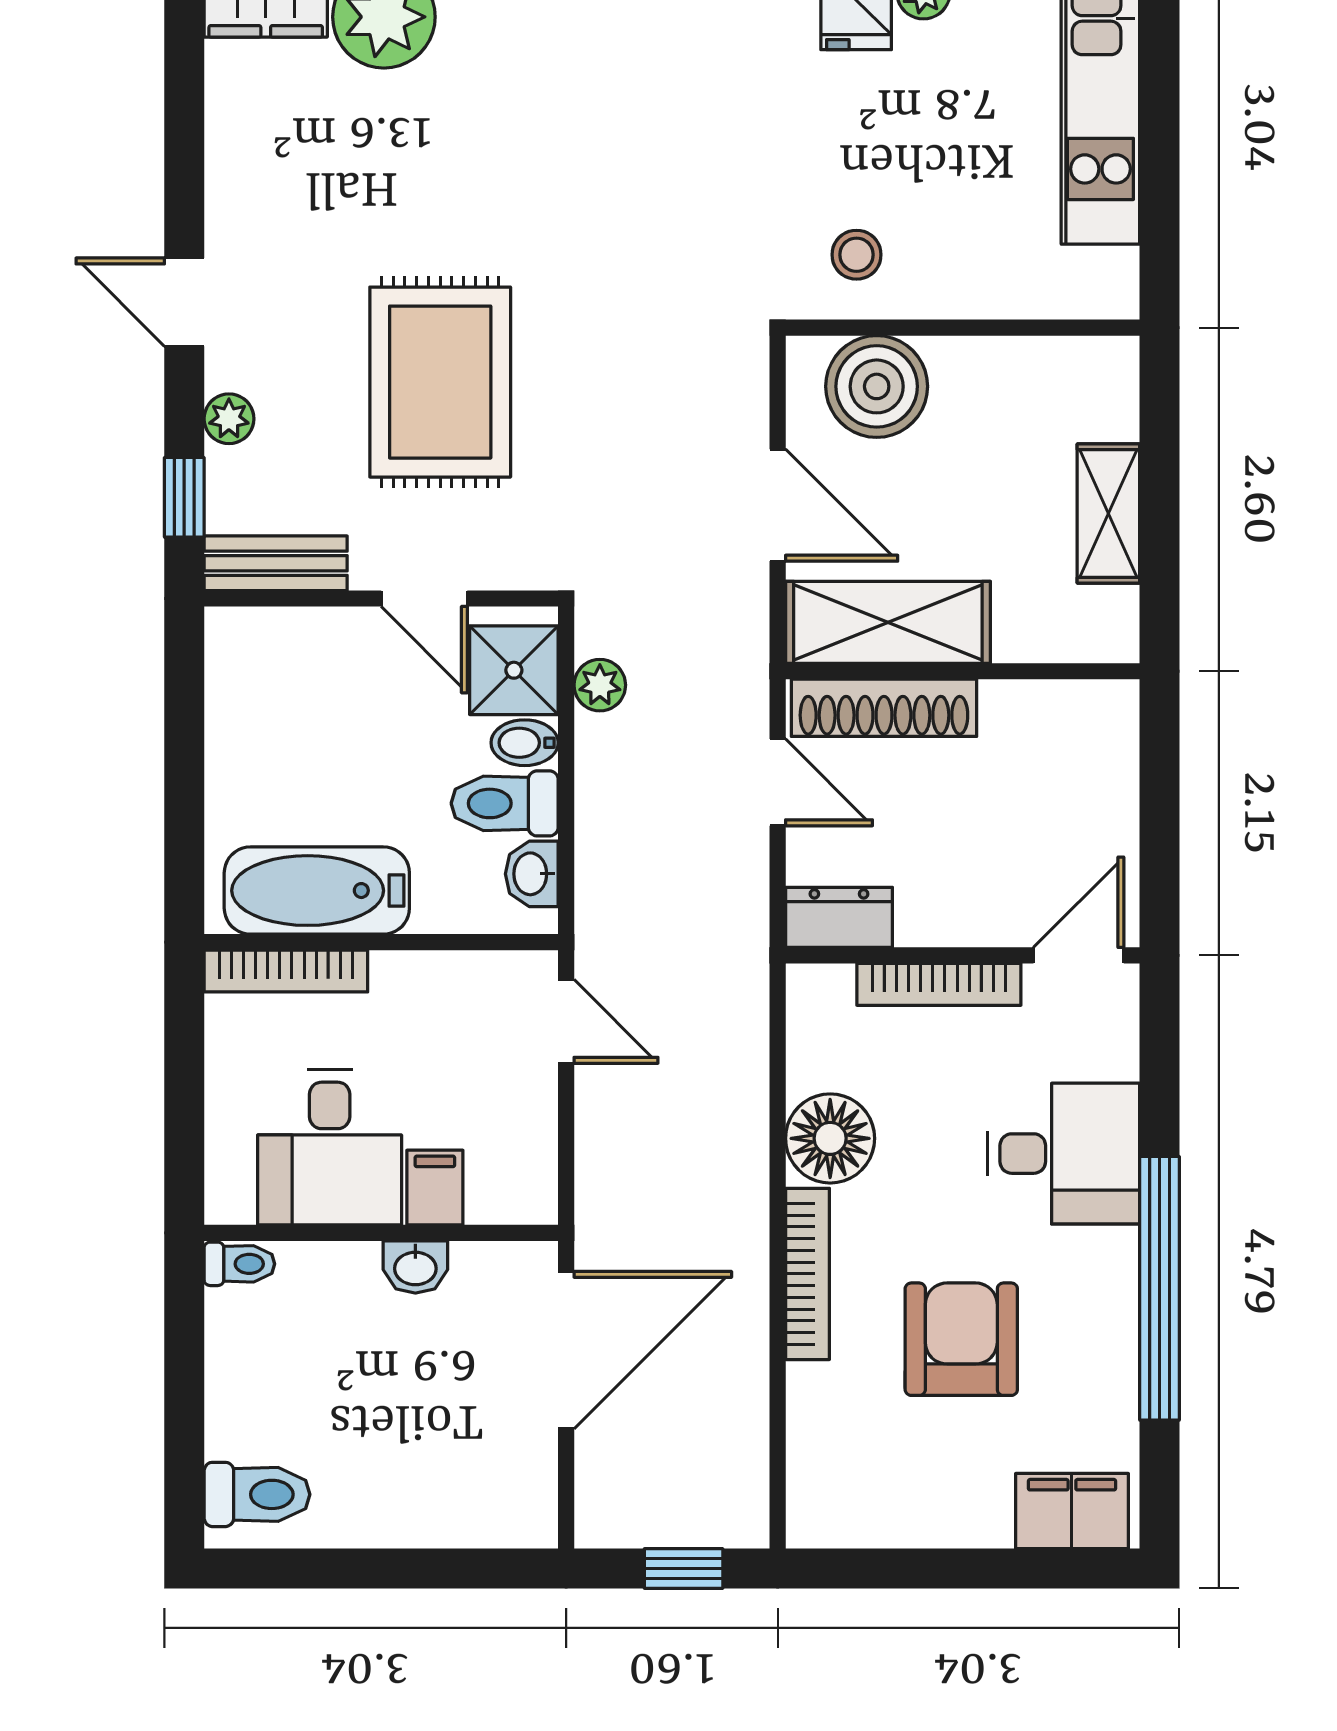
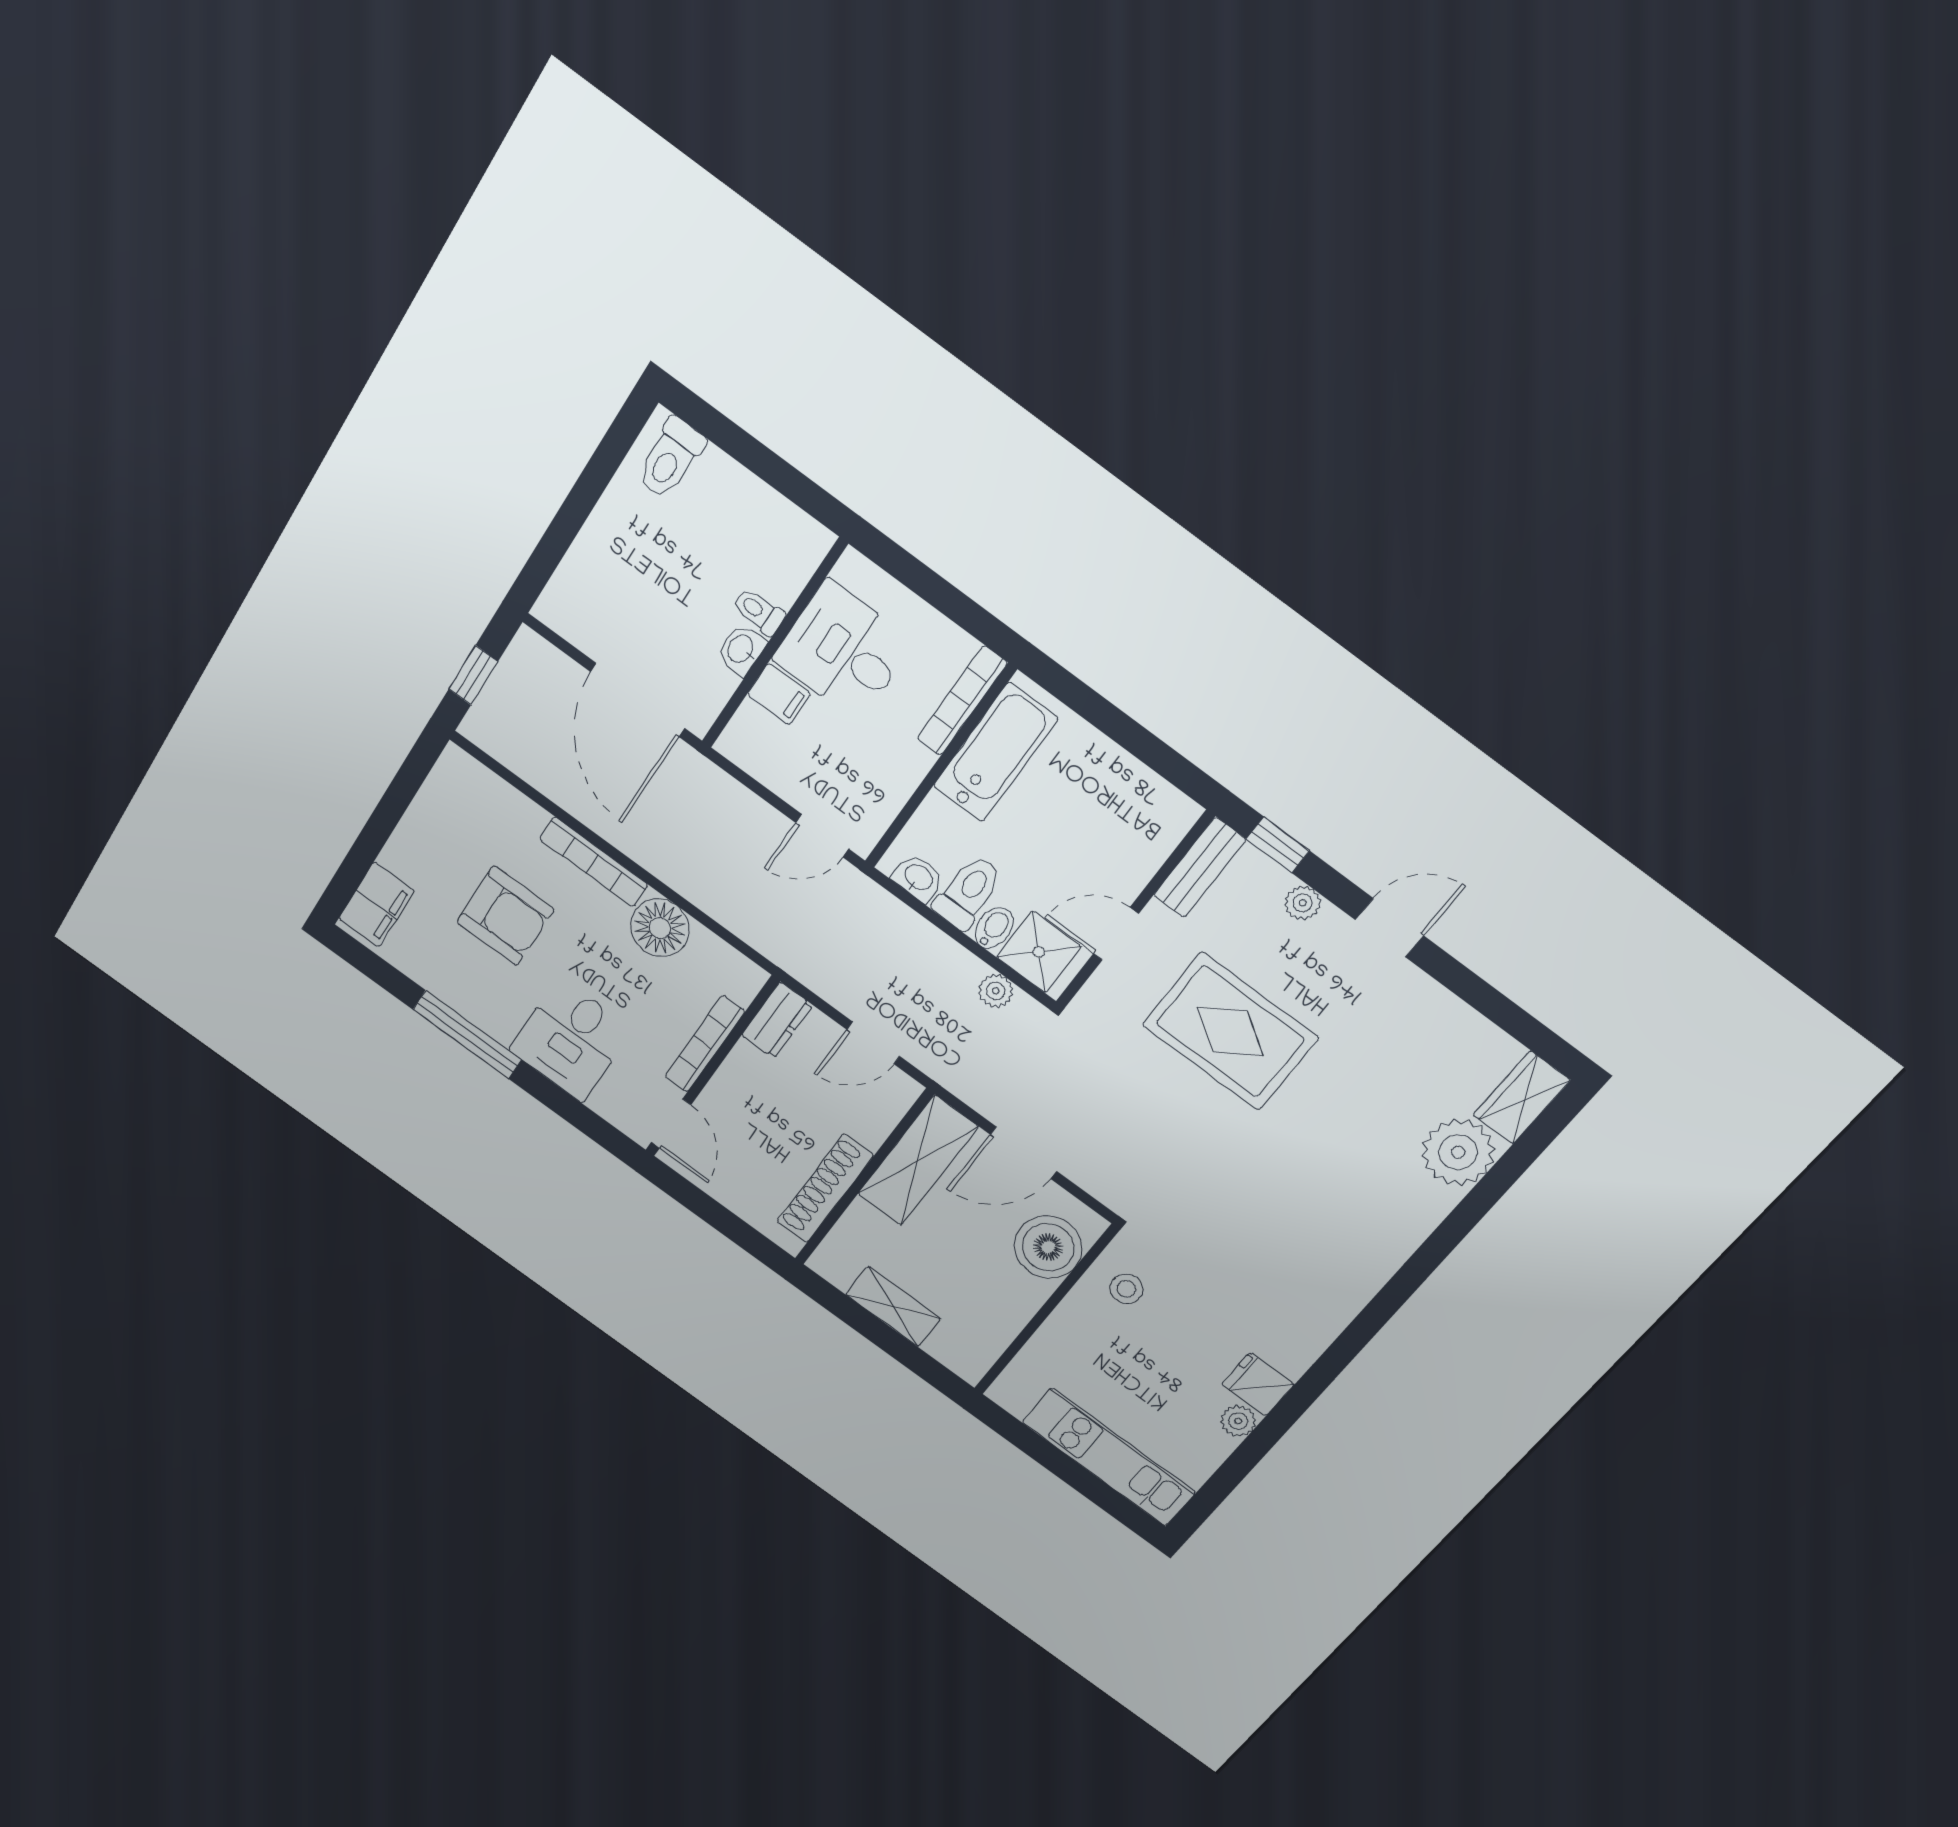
shoe rack: (884, 708) -> (825, 1189), moved
toilet: (239, 1264) -> (759, 611), moved, turned 90
window: (1160, 1288) -> (467, 1035), width x0.68

